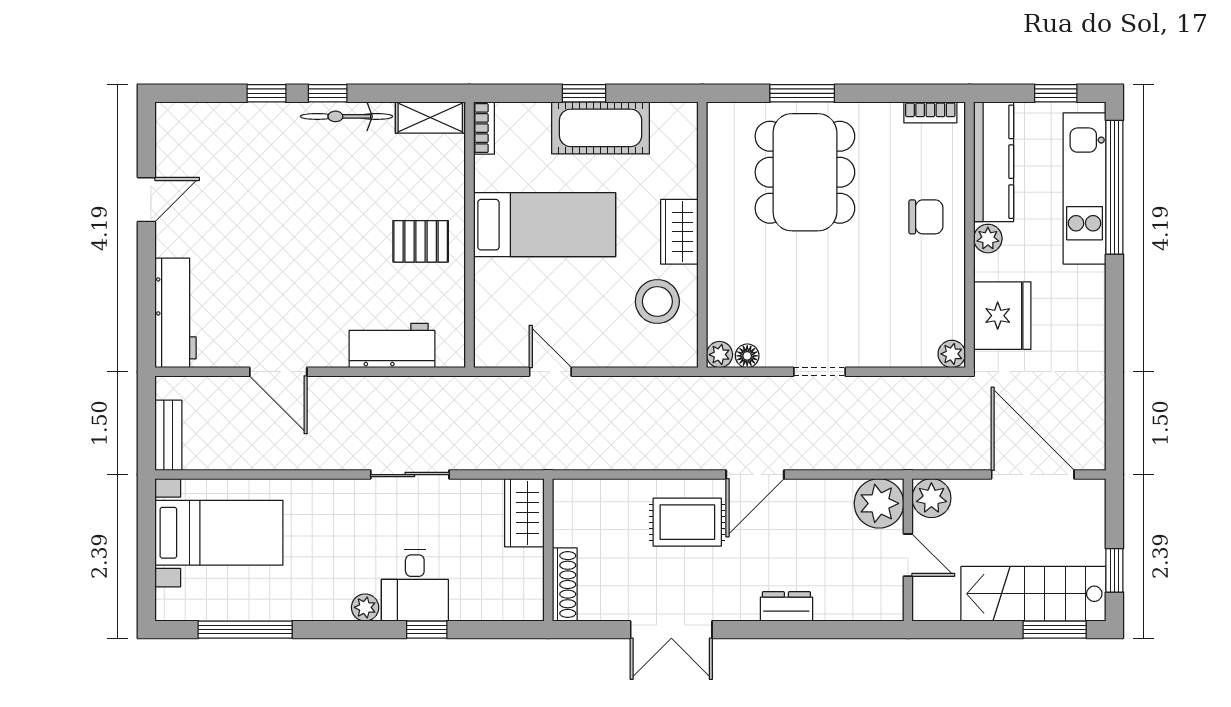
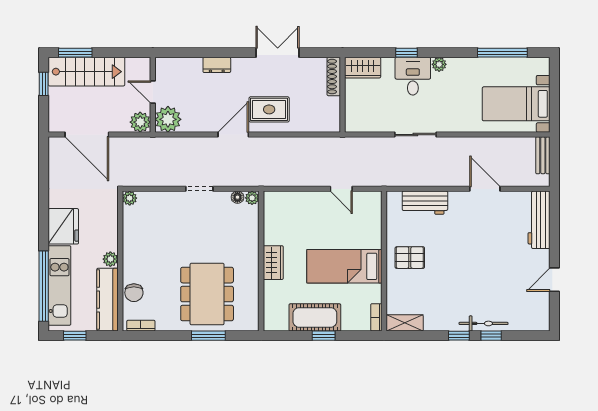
bicycle: (347, 116) -> (484, 323), moved
chair: (926, 217) -> (134, 293), moved, turned -90
stool: (657, 302) -> (285, 226), removed
fridge: (1002, 316) -> (63, 226), moved, turned 180
wardrobe: (524, 513) -> (363, 68), moved, turned 90

